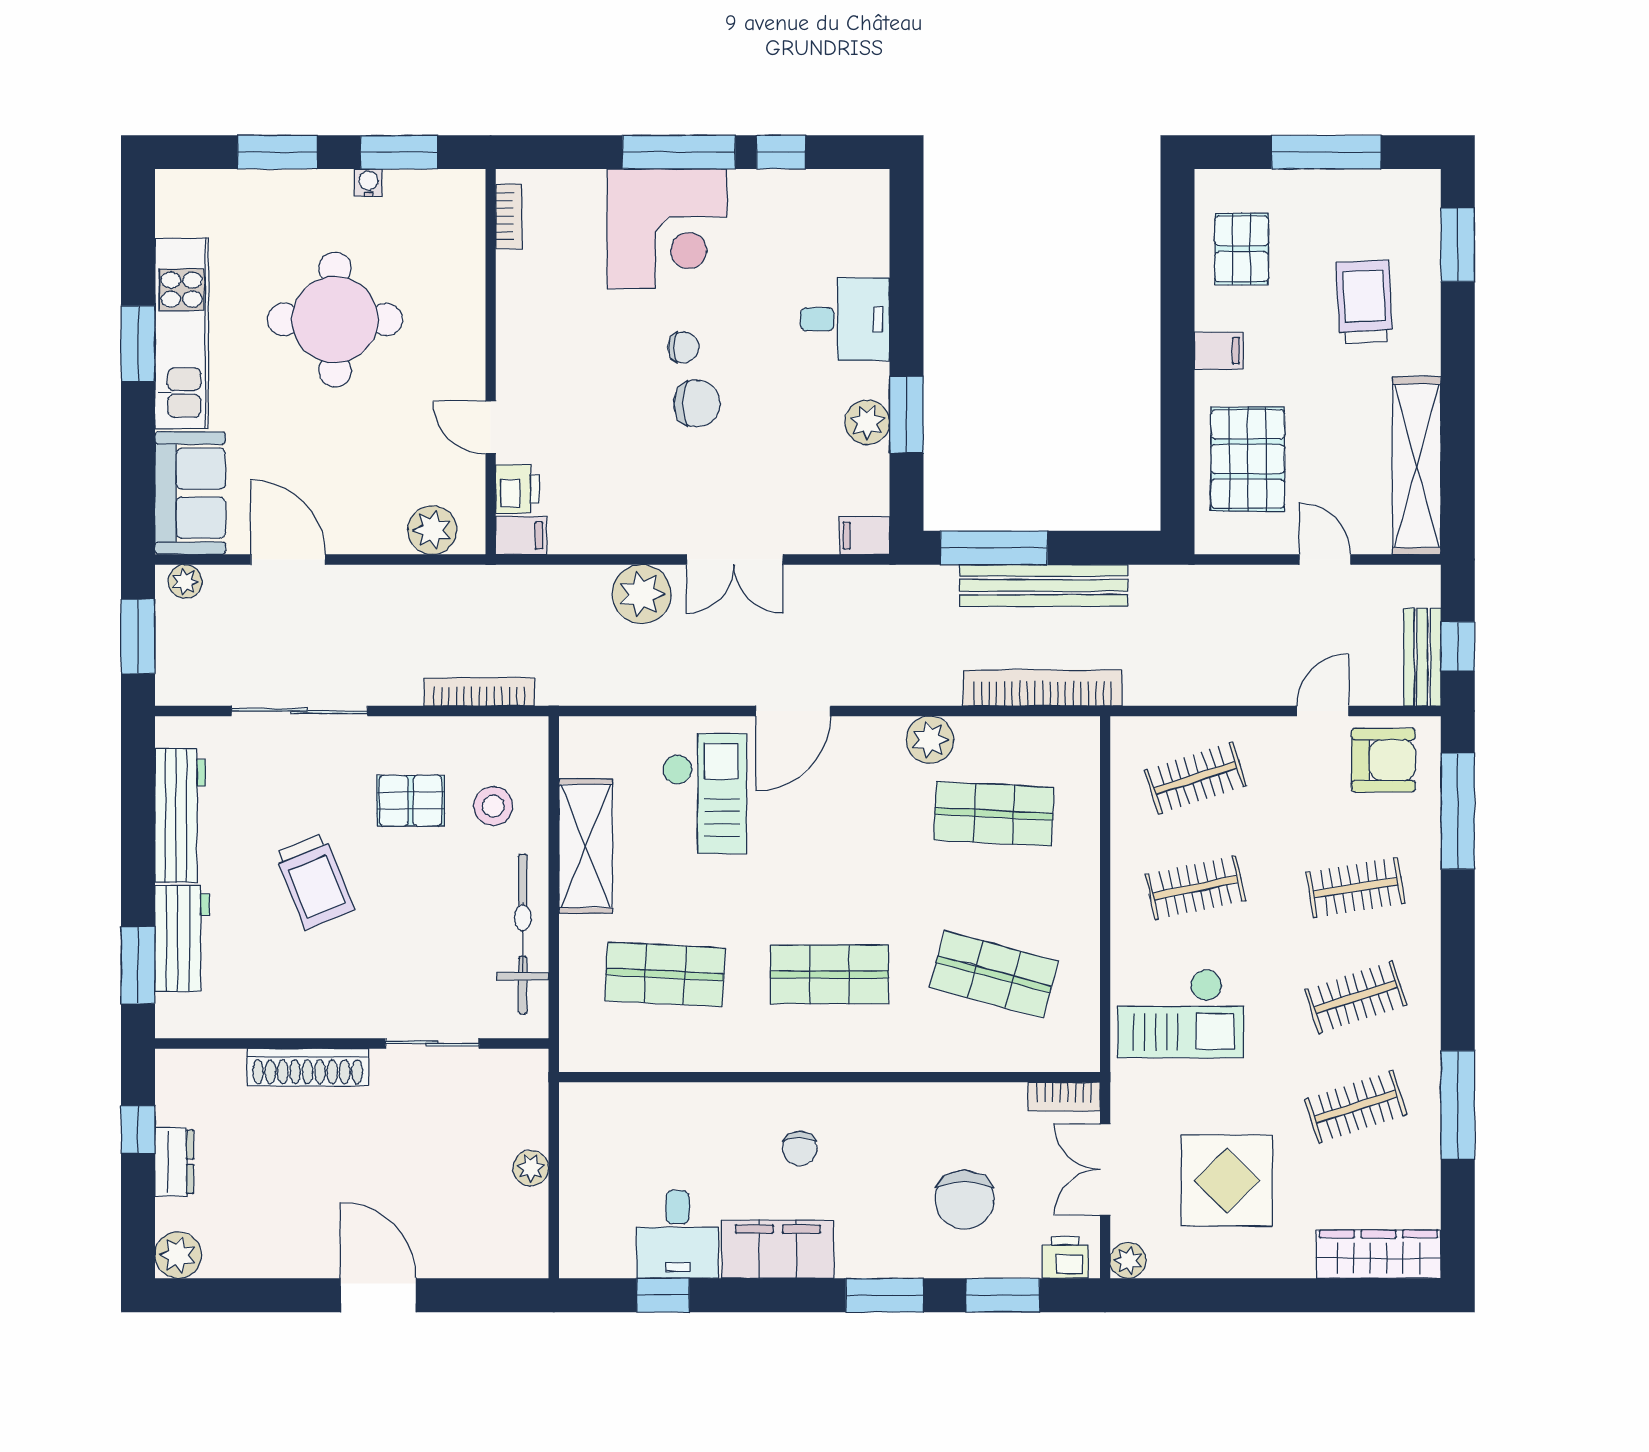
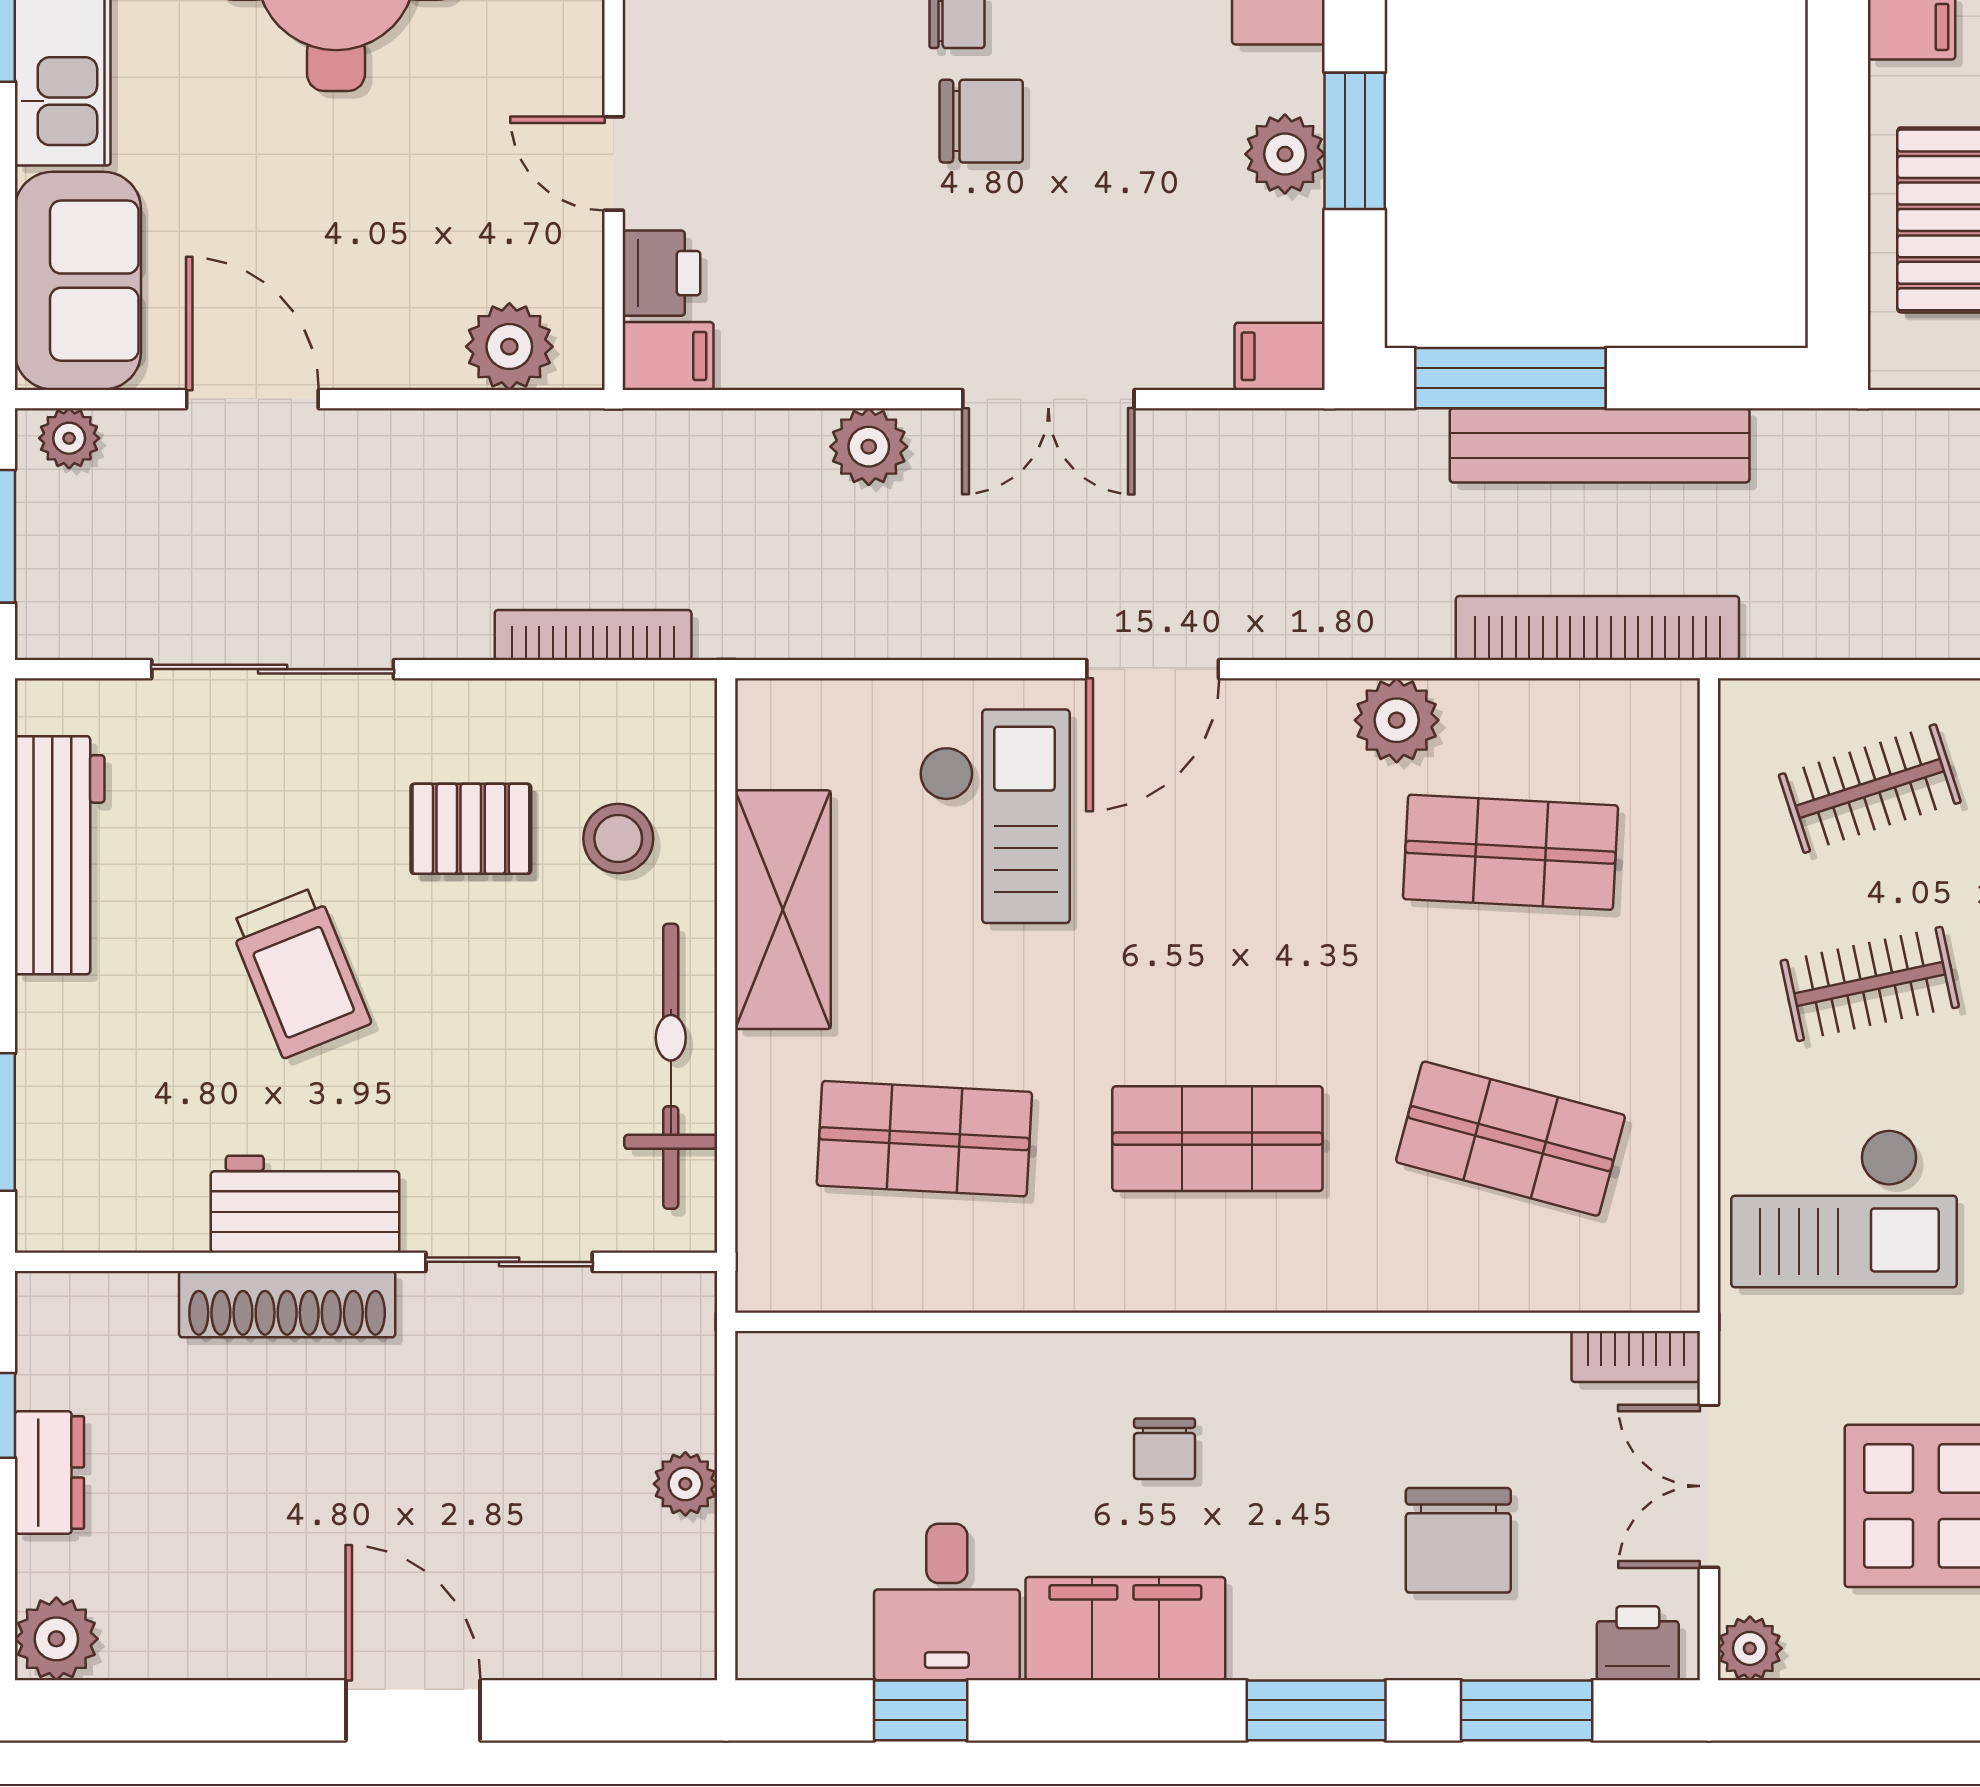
plant: (642, 594) -> (869, 447), width x0.73, depth x0.73
workbench: (182, 938) -> (305, 1204), moved, turned -90

